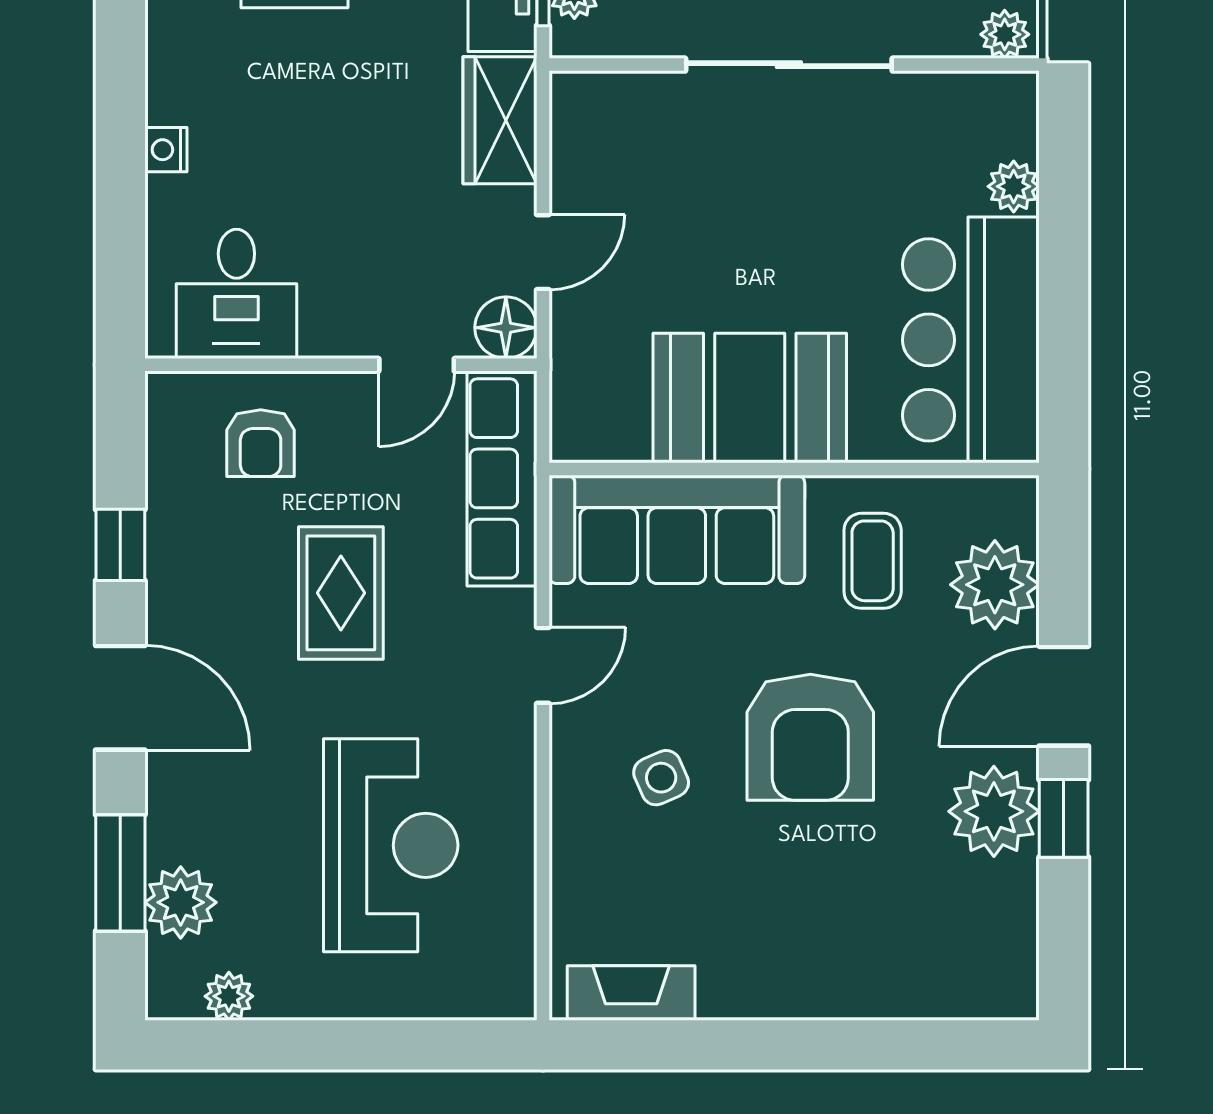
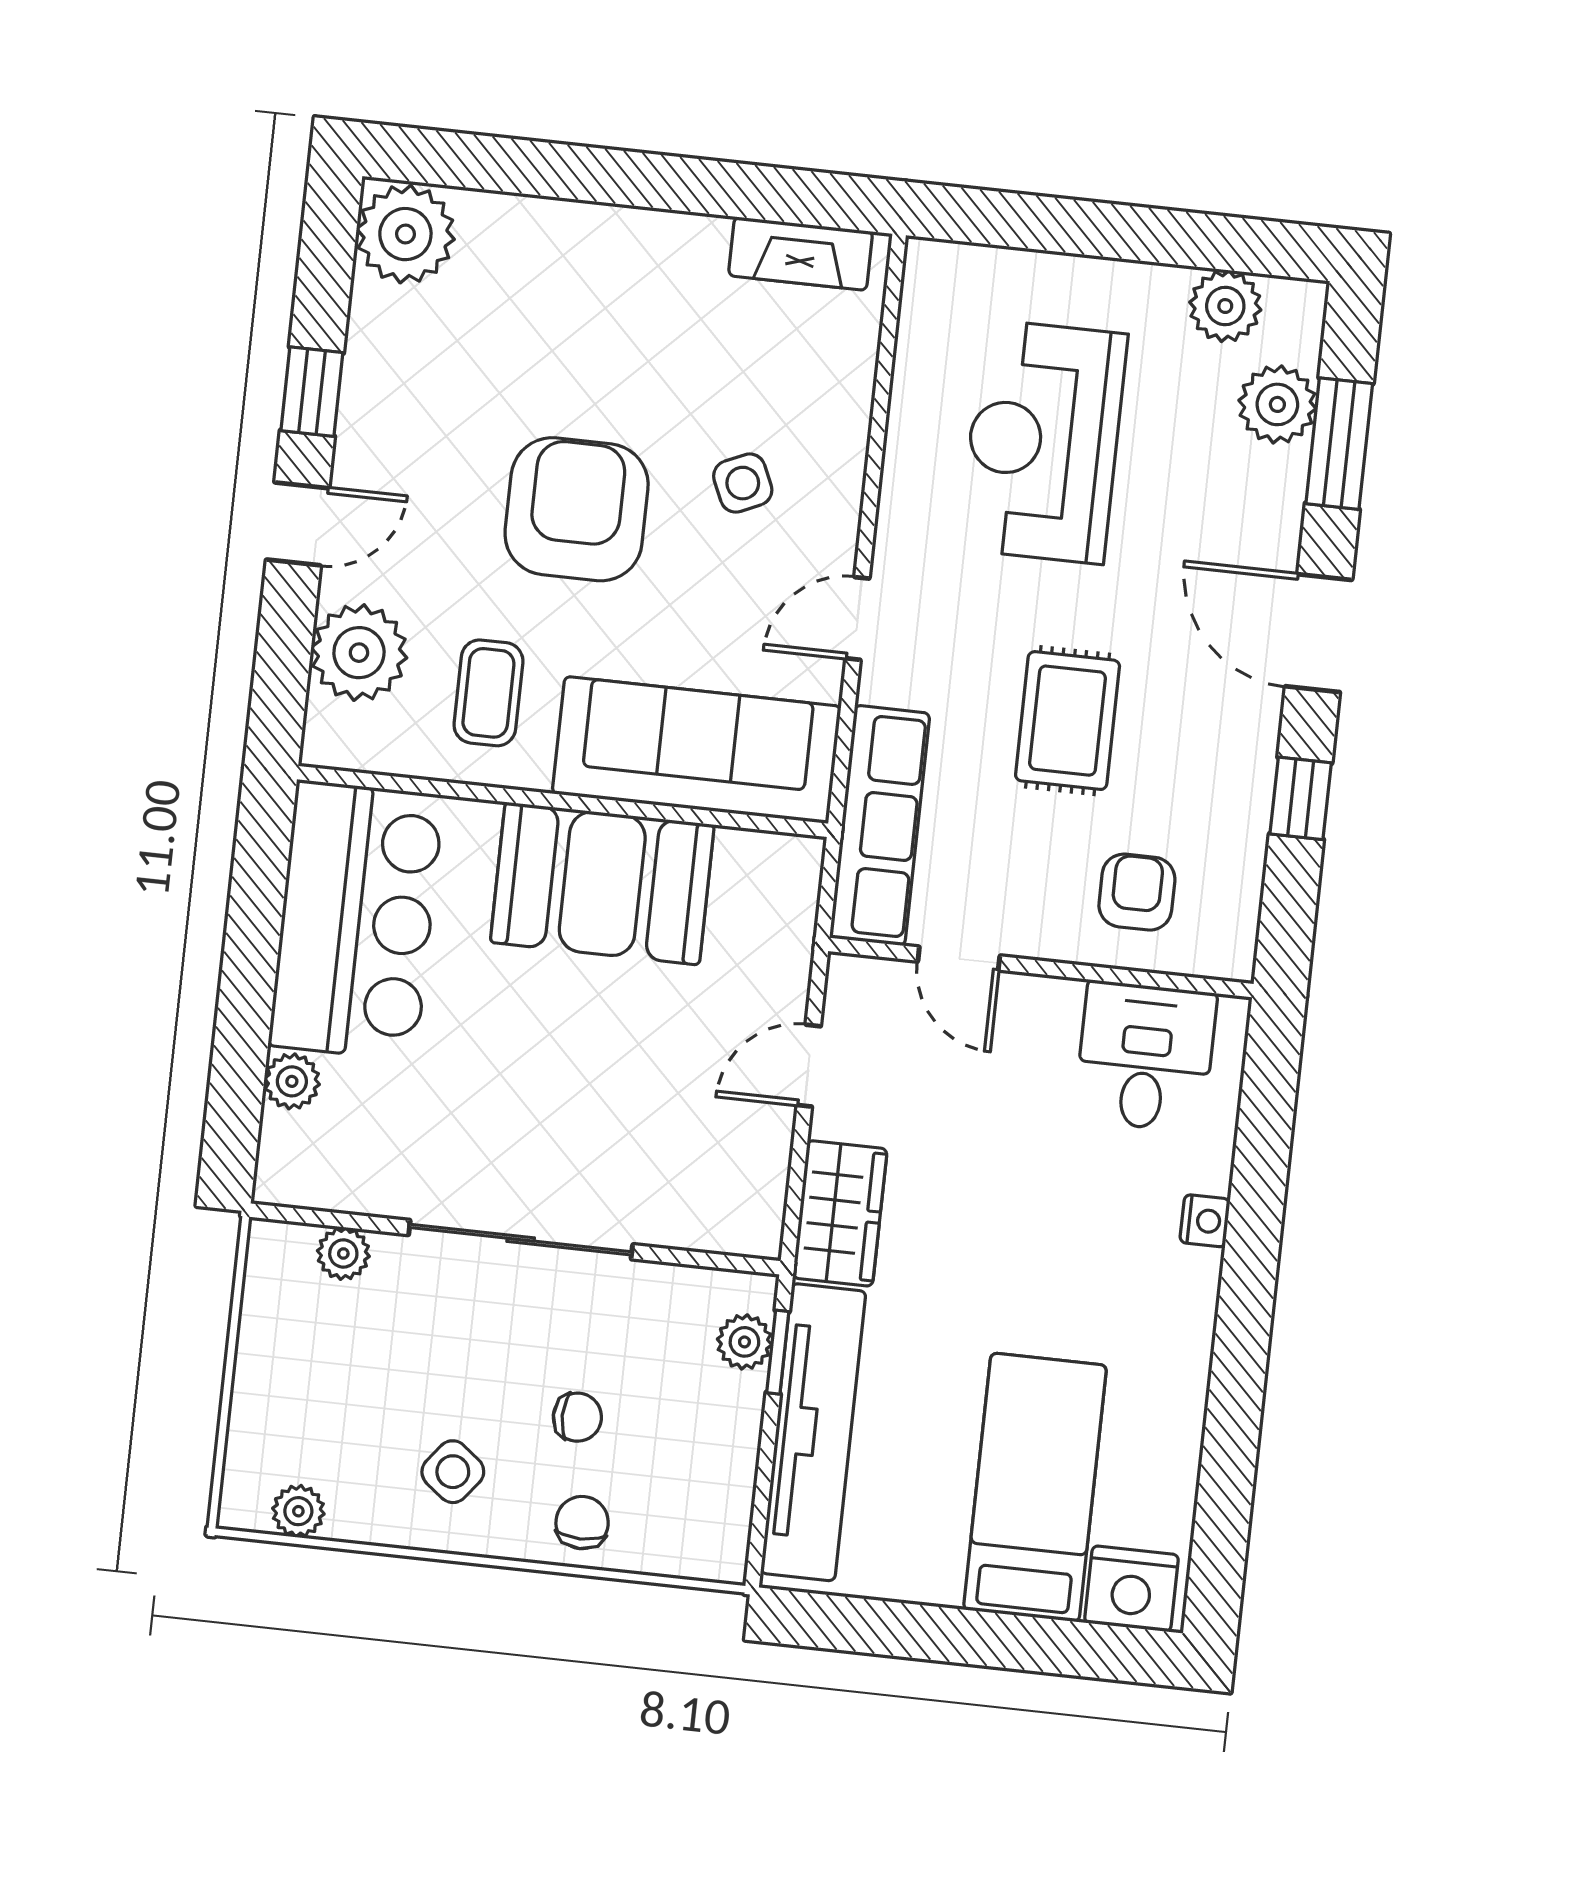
plant: (1005, 34) -> (343, 1253), moved
floor lamp: (506, 328) -> (858, 988), removed
door: (417, 365) -> (959, 959), swing flipped
door: (1064, 696) -> (298, 524), width x0.73
plant: (994, 811) -> (405, 234), moved
plant: (229, 996) -> (1225, 306), width x1.38, depth x1.38

